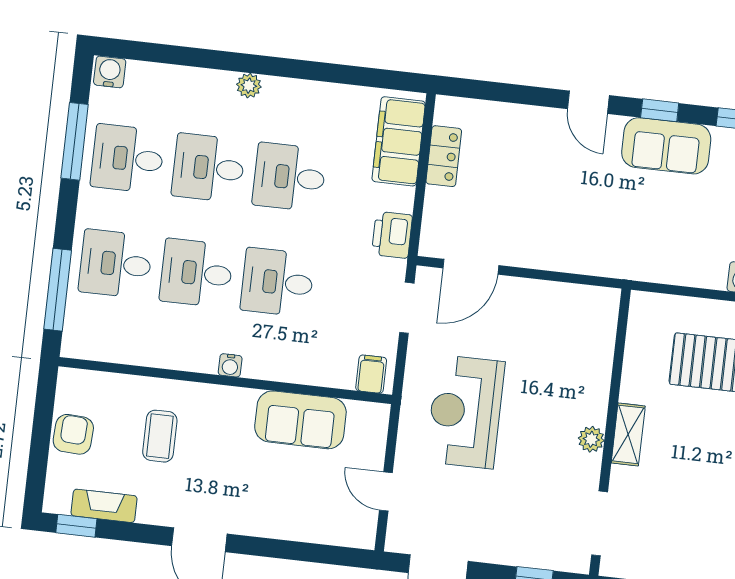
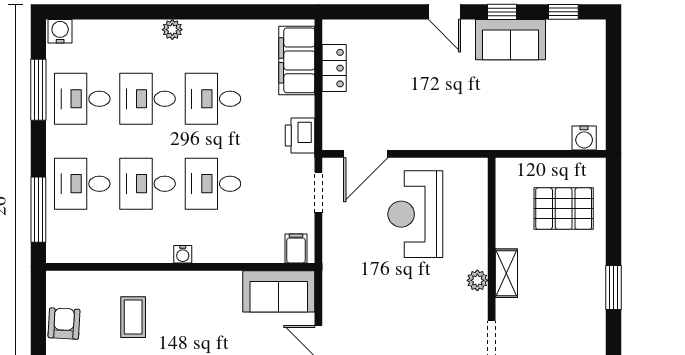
reception desk: (465, 412) -> (415, 214), moved
sofa: (300, 420) -> (279, 291), moved

